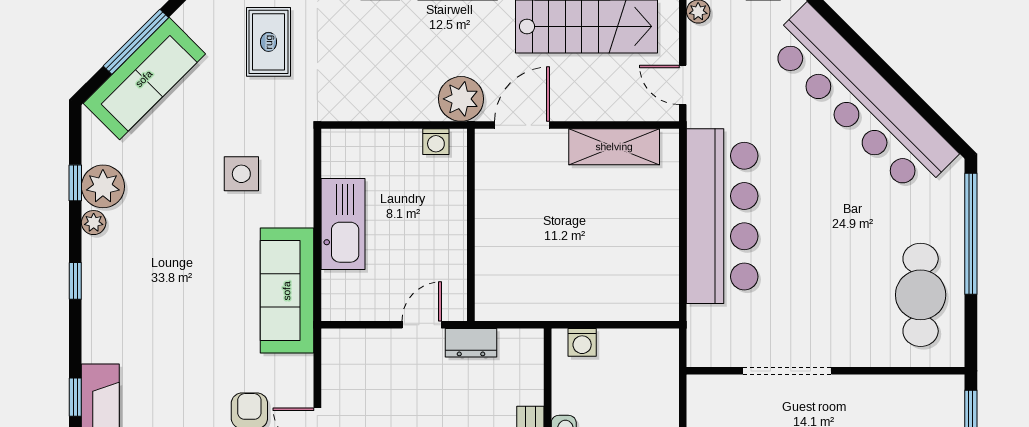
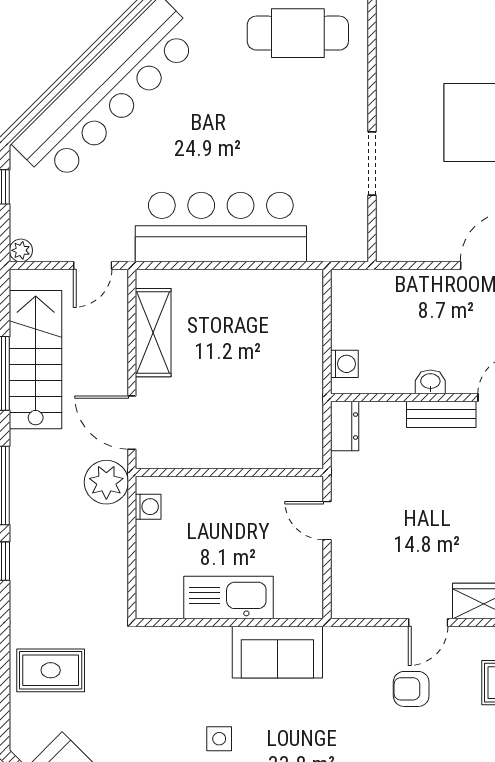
side table: (241, 174) -> (219, 739), moved, width x0.73, depth x0.73
sofa: (287, 291) -> (277, 652), width x0.73
dresser: (471, 343) -> (345, 426), moved
doorway: (787, 371) -> (372, 164), width x0.73

